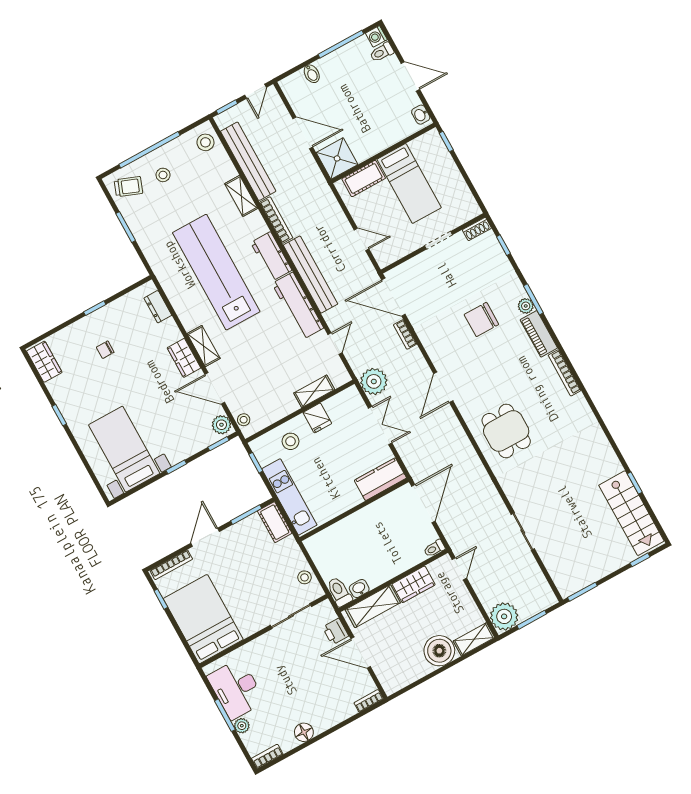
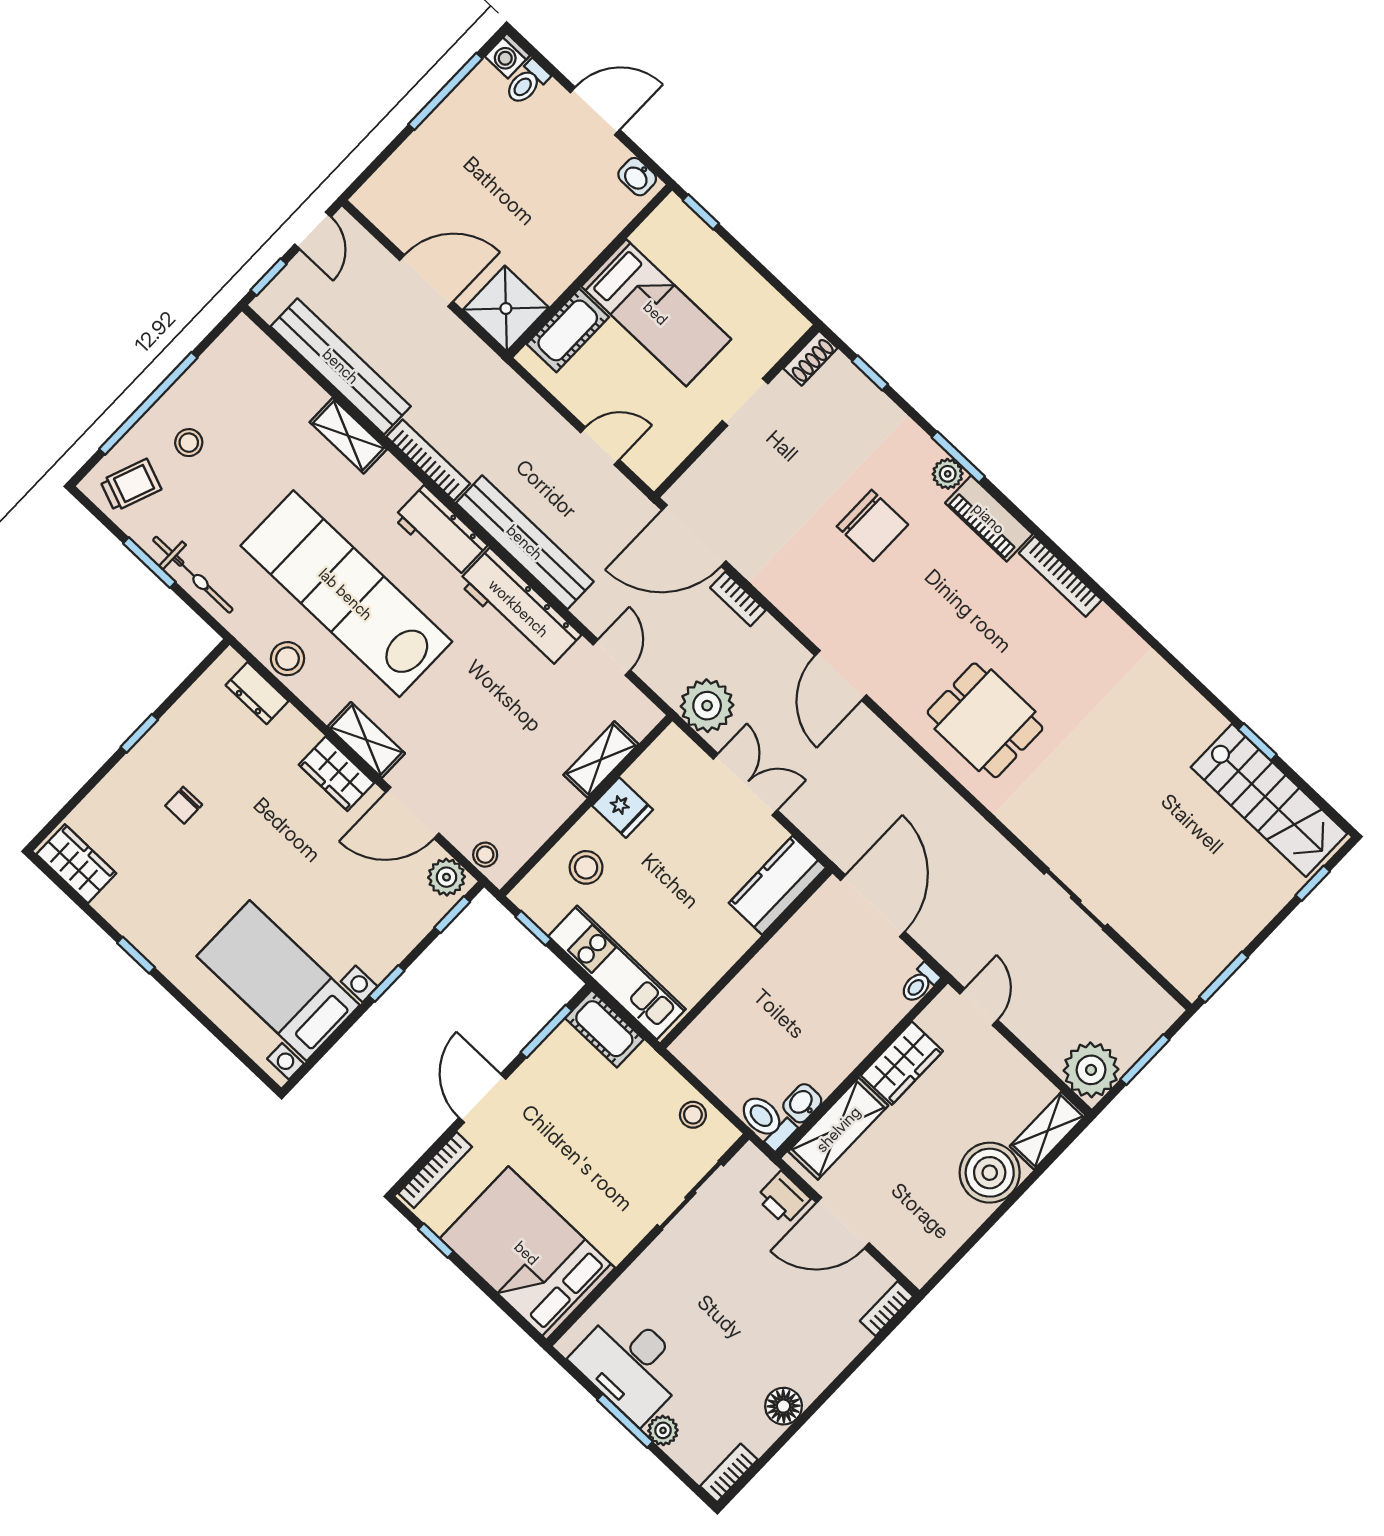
bidet: (312, 74) -> (408, 164), removed
stool: (205, 142) -> (288, 659), moved
bicycle: (145, 240) -> (193, 575), added
chair: (481, 319) -> (872, 525), turned -90

